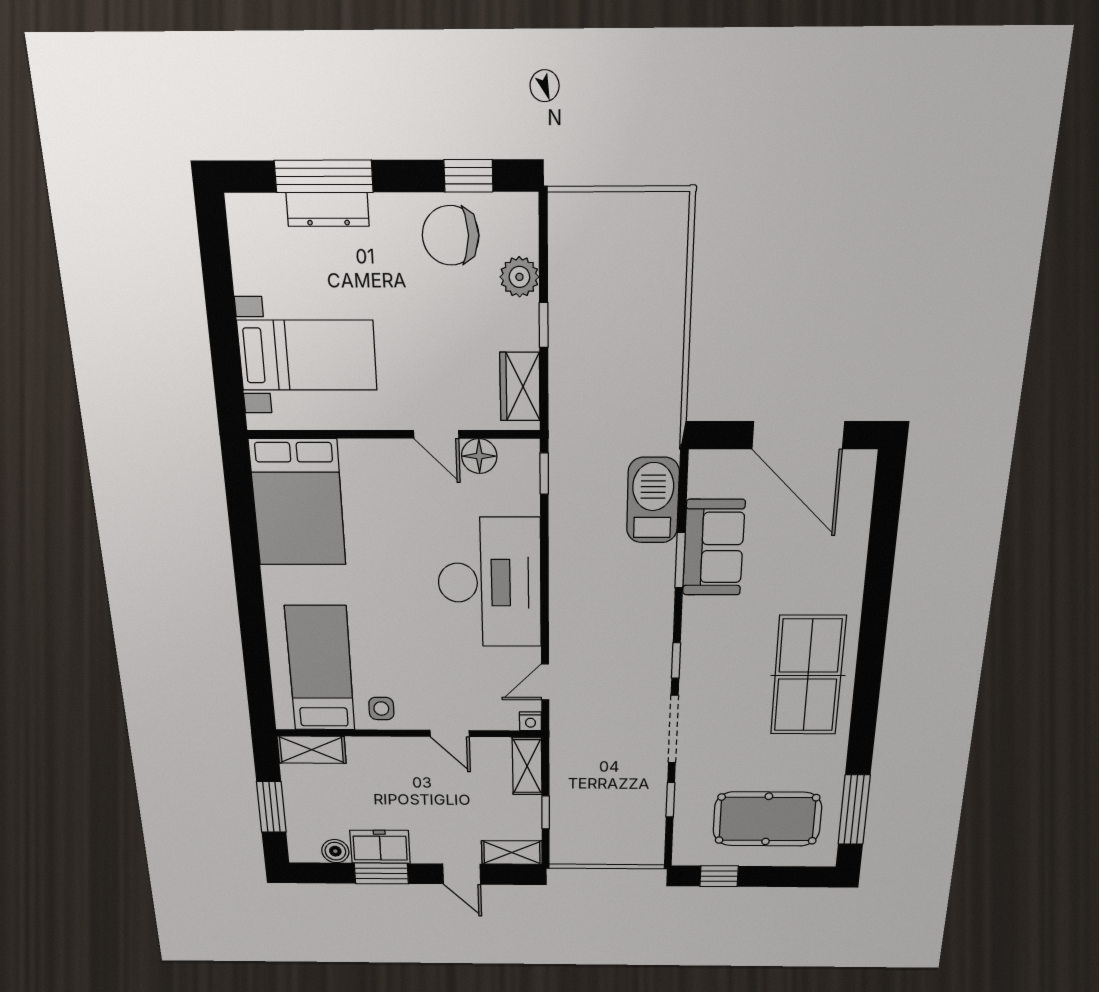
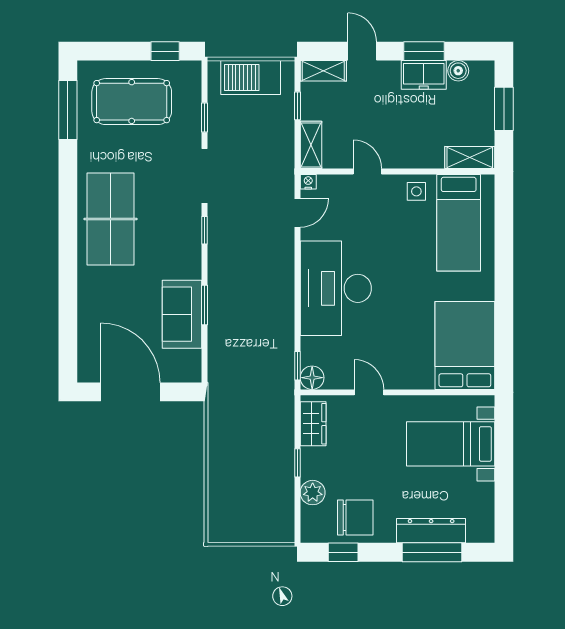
dresser: (328, 209) -> (431, 531), width x1.37, depth x1.24
floor lamp: (479, 456) -> (312, 378), moved
barbecue: (653, 500) -> (251, 77), moved, turned 90

